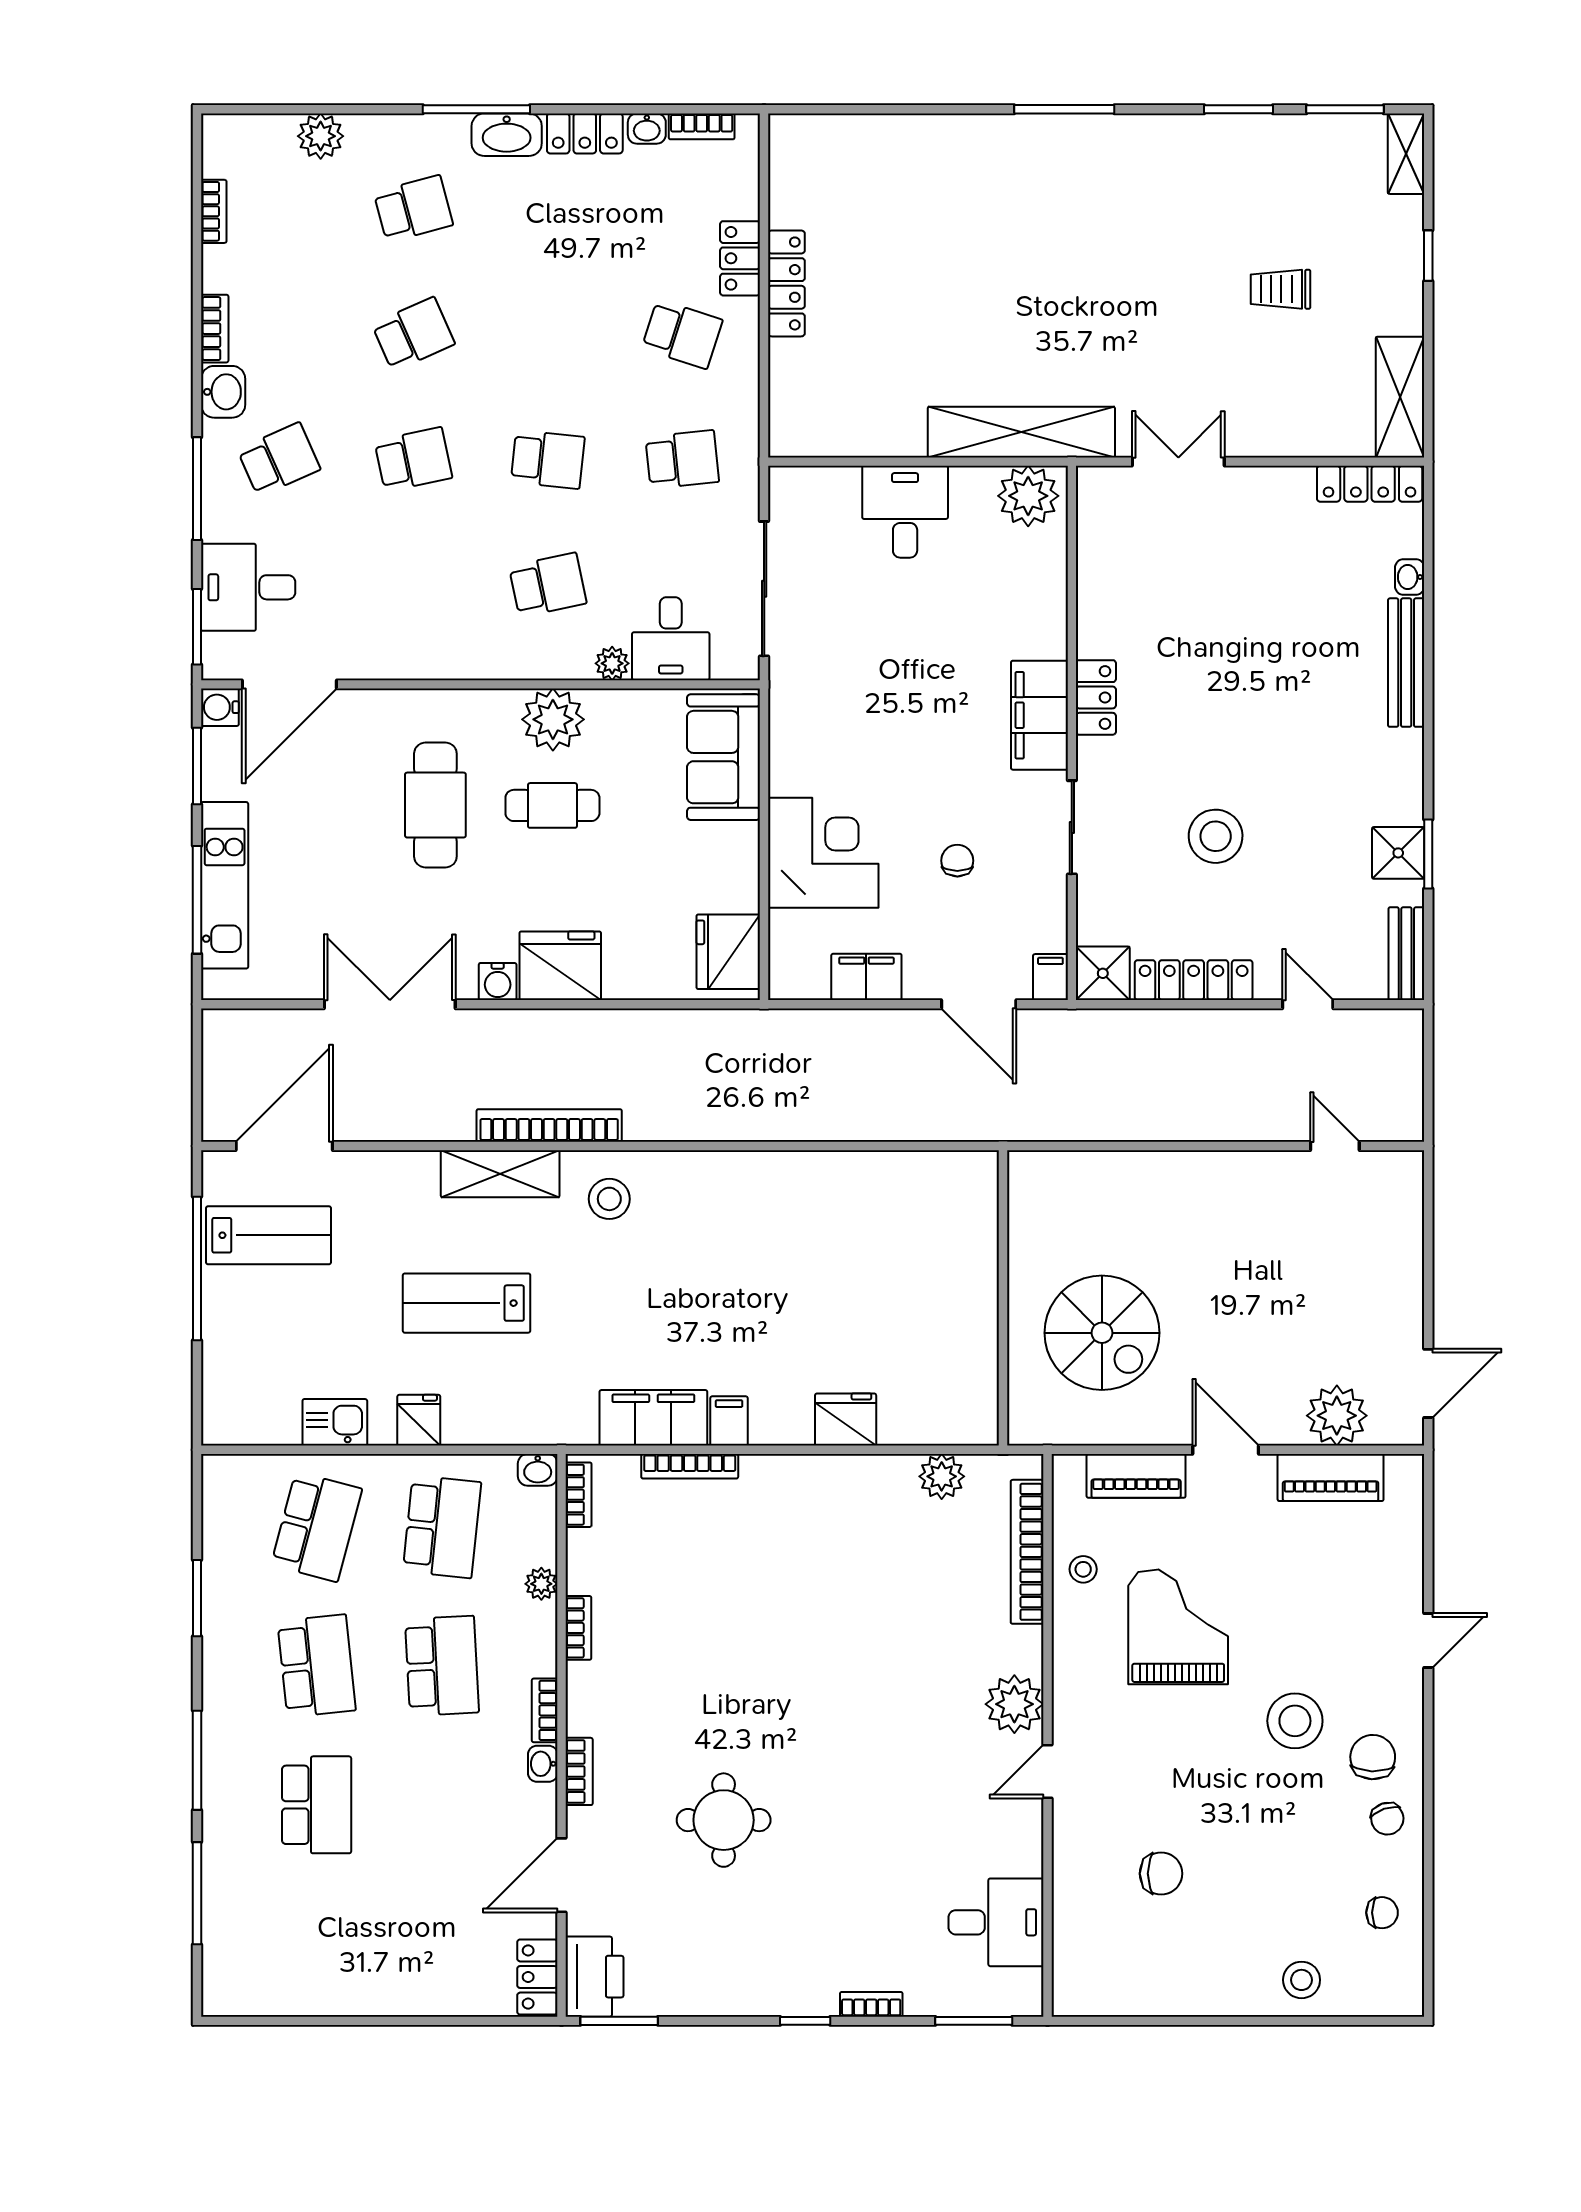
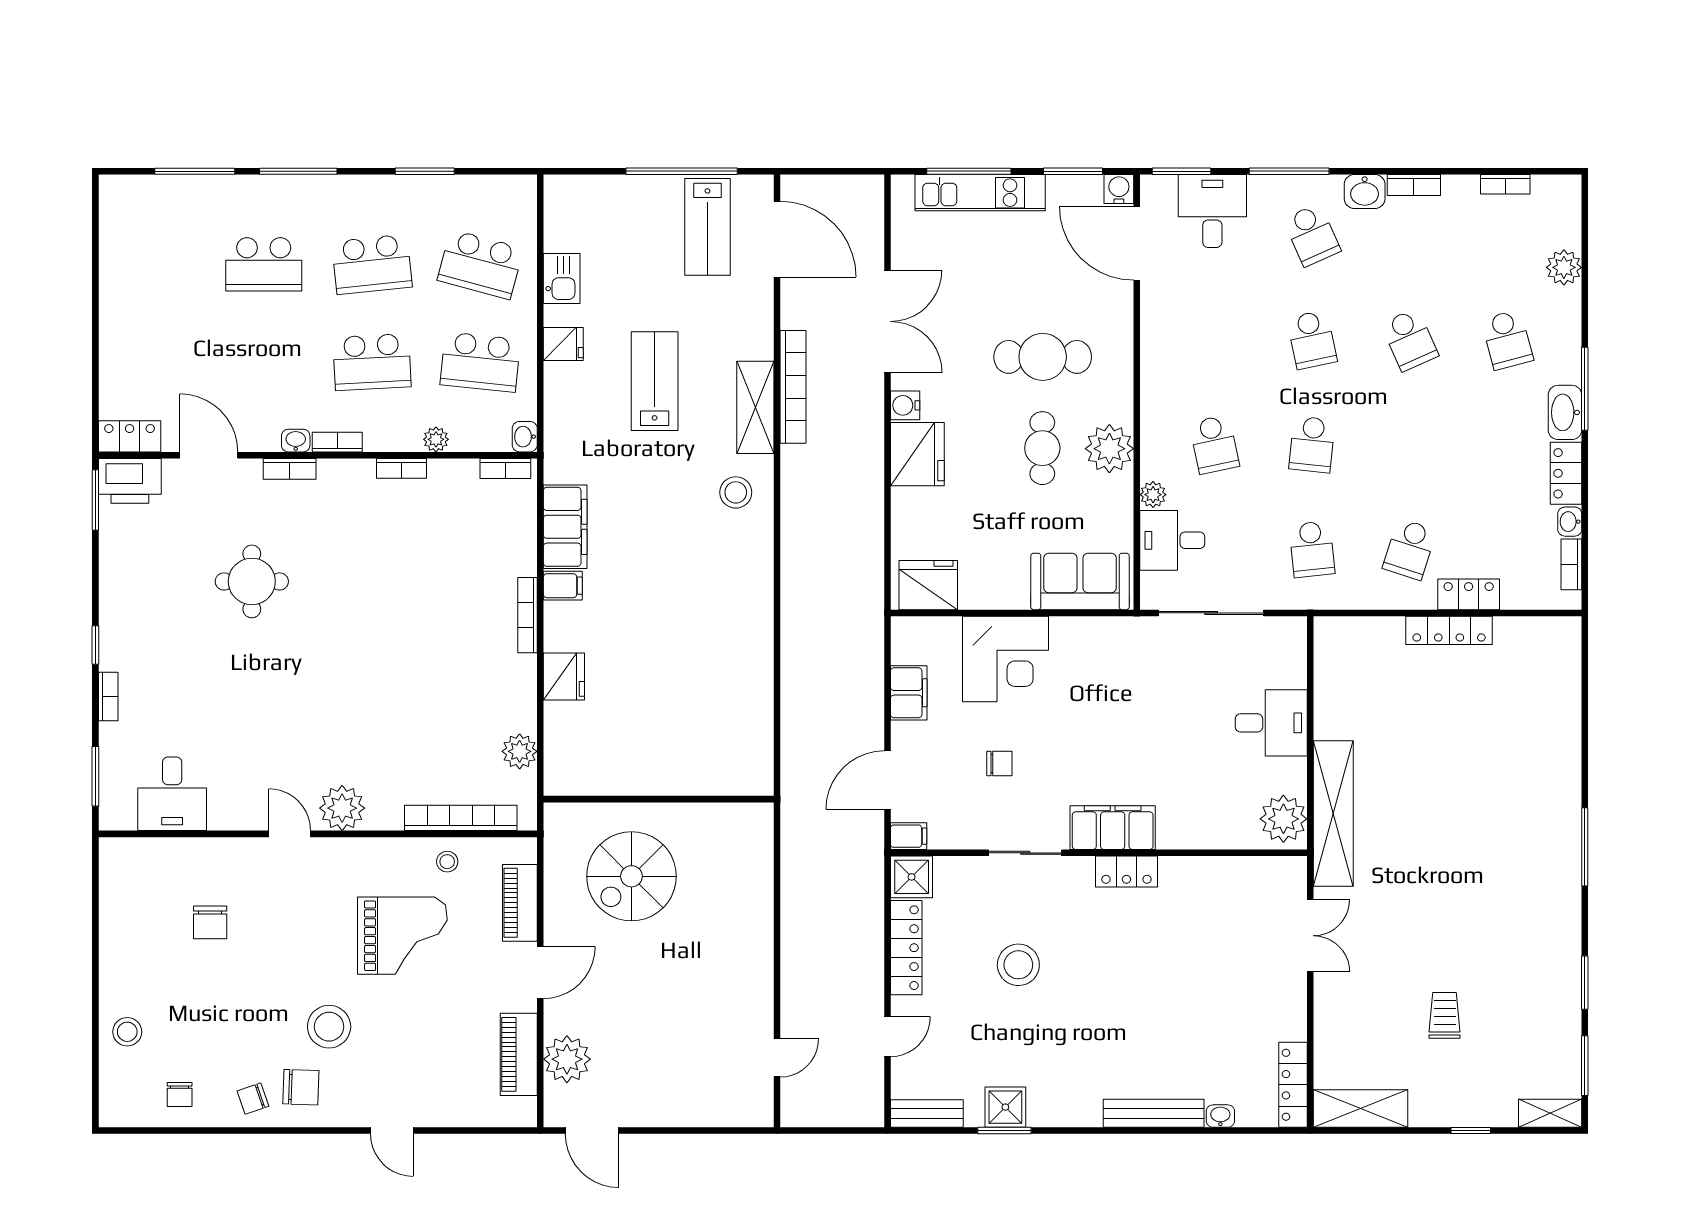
bookcase: (549, 1126) -> (793, 387), moved
bookcase: (690, 1466) -> (527, 615), moved

